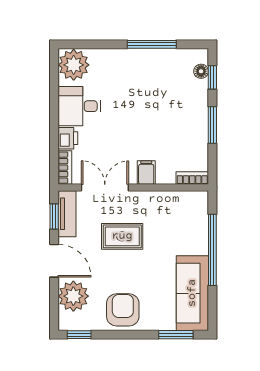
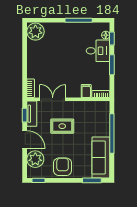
desk: (79, 106) -> (98, 51), moved, turned 180
printer: (68, 138) -> (32, 72), removed
filing cabinet: (146, 173) -> (86, 91), moved

